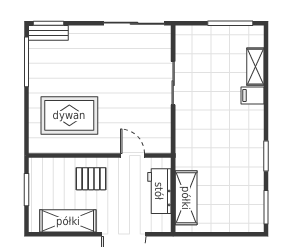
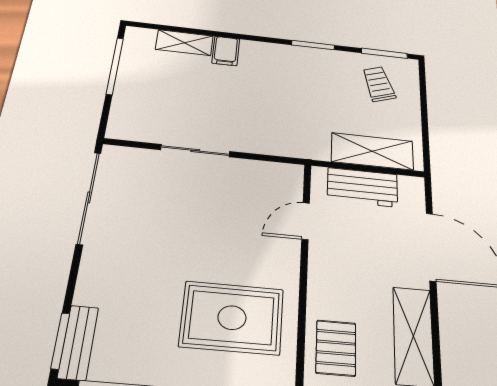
rug: (69, 115) -> (232, 318), turned 90
pallet: (91, 179) -> (336, 348), moved
trolley: (240, 203) -> (379, 84), added

